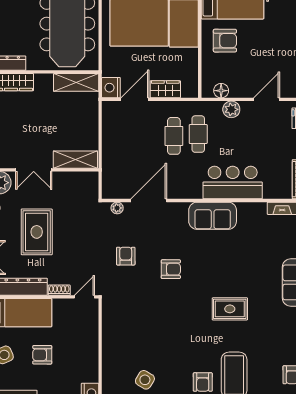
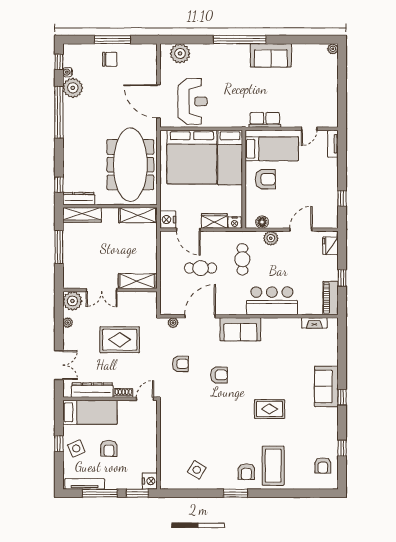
nightstand: (189, 91) -> (235, 222), added
door: (135, 99) -> (188, 230), swing flipped
cafe table: (174, 136) -> (201, 268), moved, turned 90
sofa: (213, 216) -> (240, 329), moved
rug: (37, 232) -> (120, 340), moved, turned 90
armchair: (126, 256) -> (180, 364), turned 90
armchair: (42, 355) -> (109, 448), turned -90

